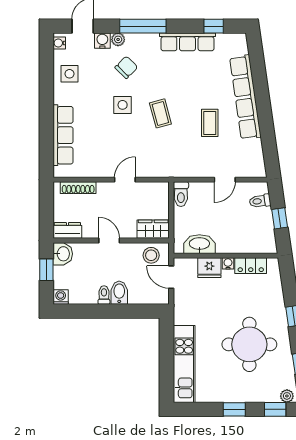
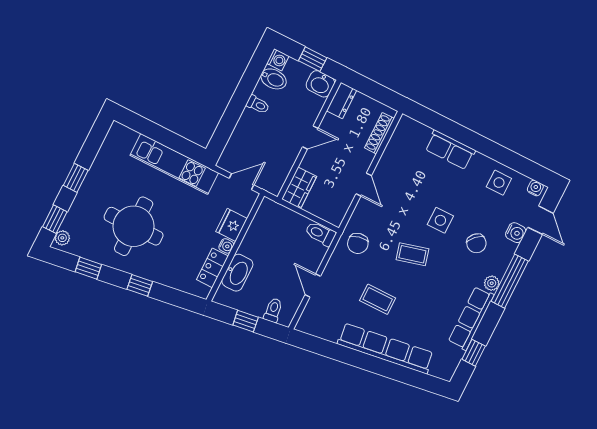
plant: (118, 39) -> (492, 283), moved
row of seats: (63, 135) -> (450, 150), width x0.68
chair: (174, 161) -> (358, 243), added
washbasin: (199, 244) -> (237, 273), moved
stool: (151, 255) -> (274, 172), removed
bidet: (119, 293) -> (274, 79), moved
kitchen unit: (184, 364) -> (174, 164), moved

